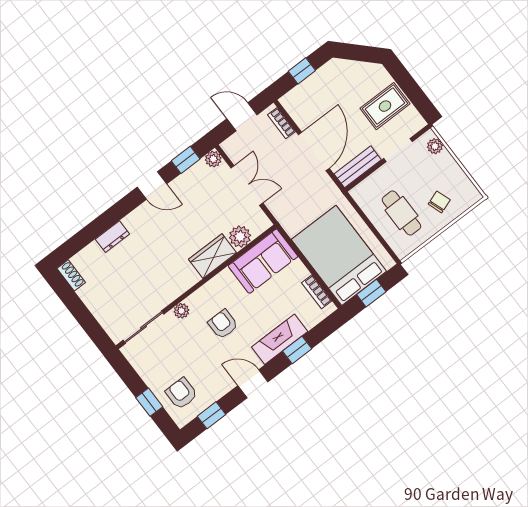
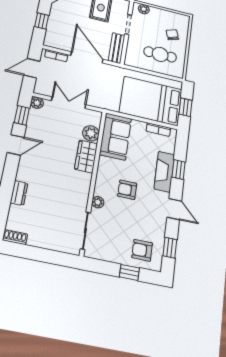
door: (253, 384) -> (174, 209), swing flipped

